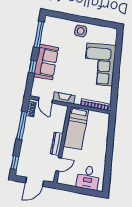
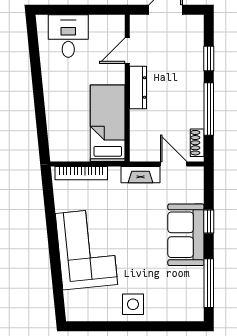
window: (15, 163) -> (209, 59), moved

